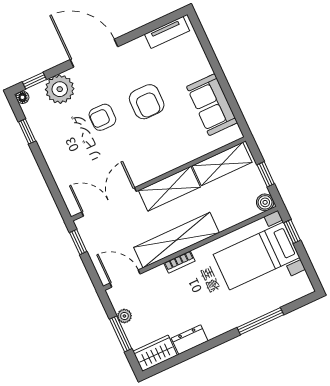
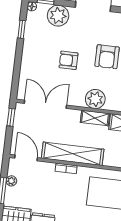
armchair: (102, 117) -> (69, 60), moved
plant: (163, 160) -> (95, 99), added
shelving: (169, 189) -> (95, 118), width x0.67, depth x0.75

